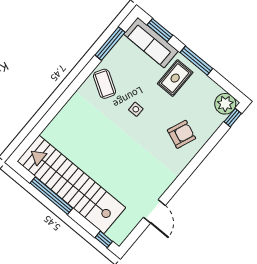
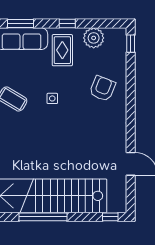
window: (196, 61) -> (67, 24), width x0.46
plant: (225, 104) -> (94, 38), moved

